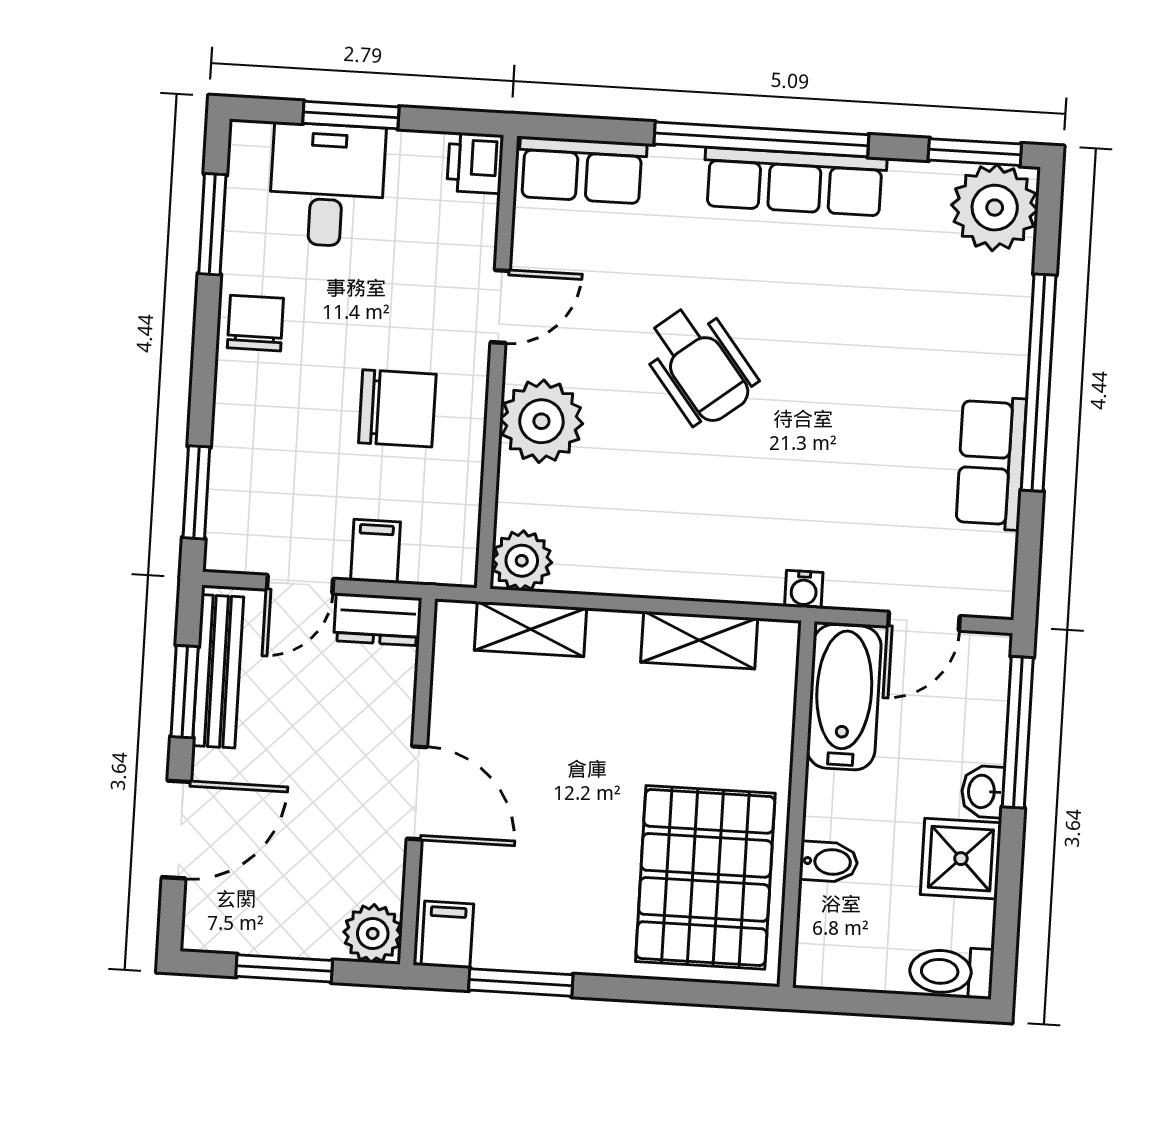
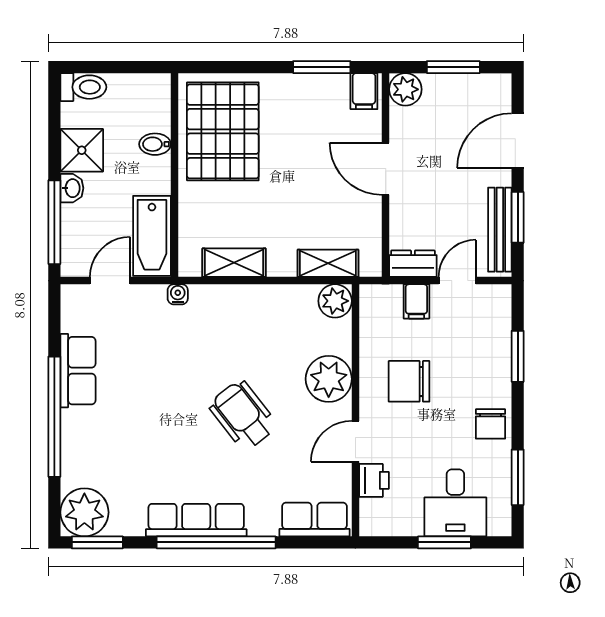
printer: (475, 163) -> (374, 480), moved
window: (196, 492) -> (518, 356), moved

